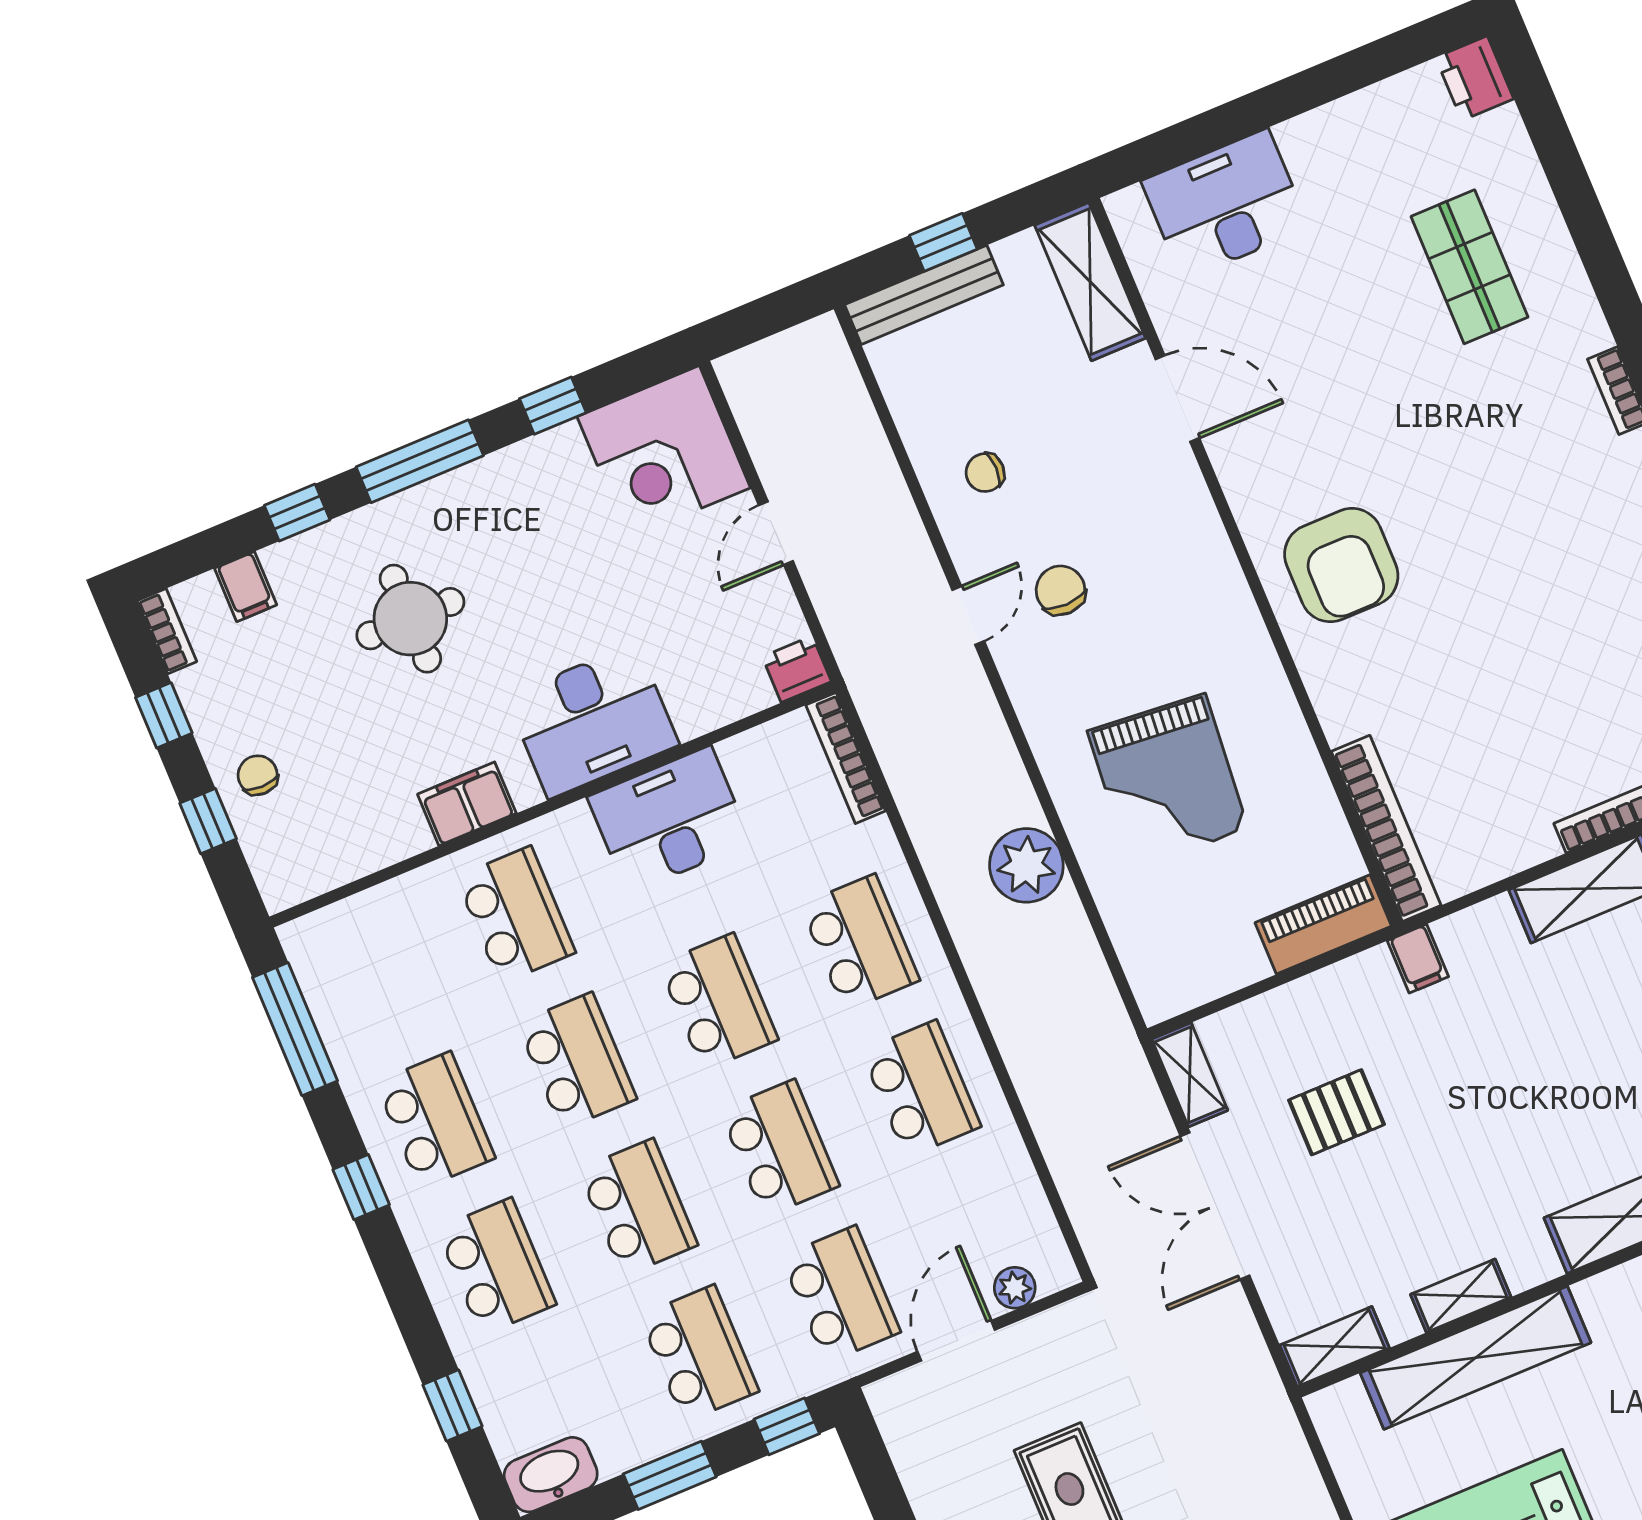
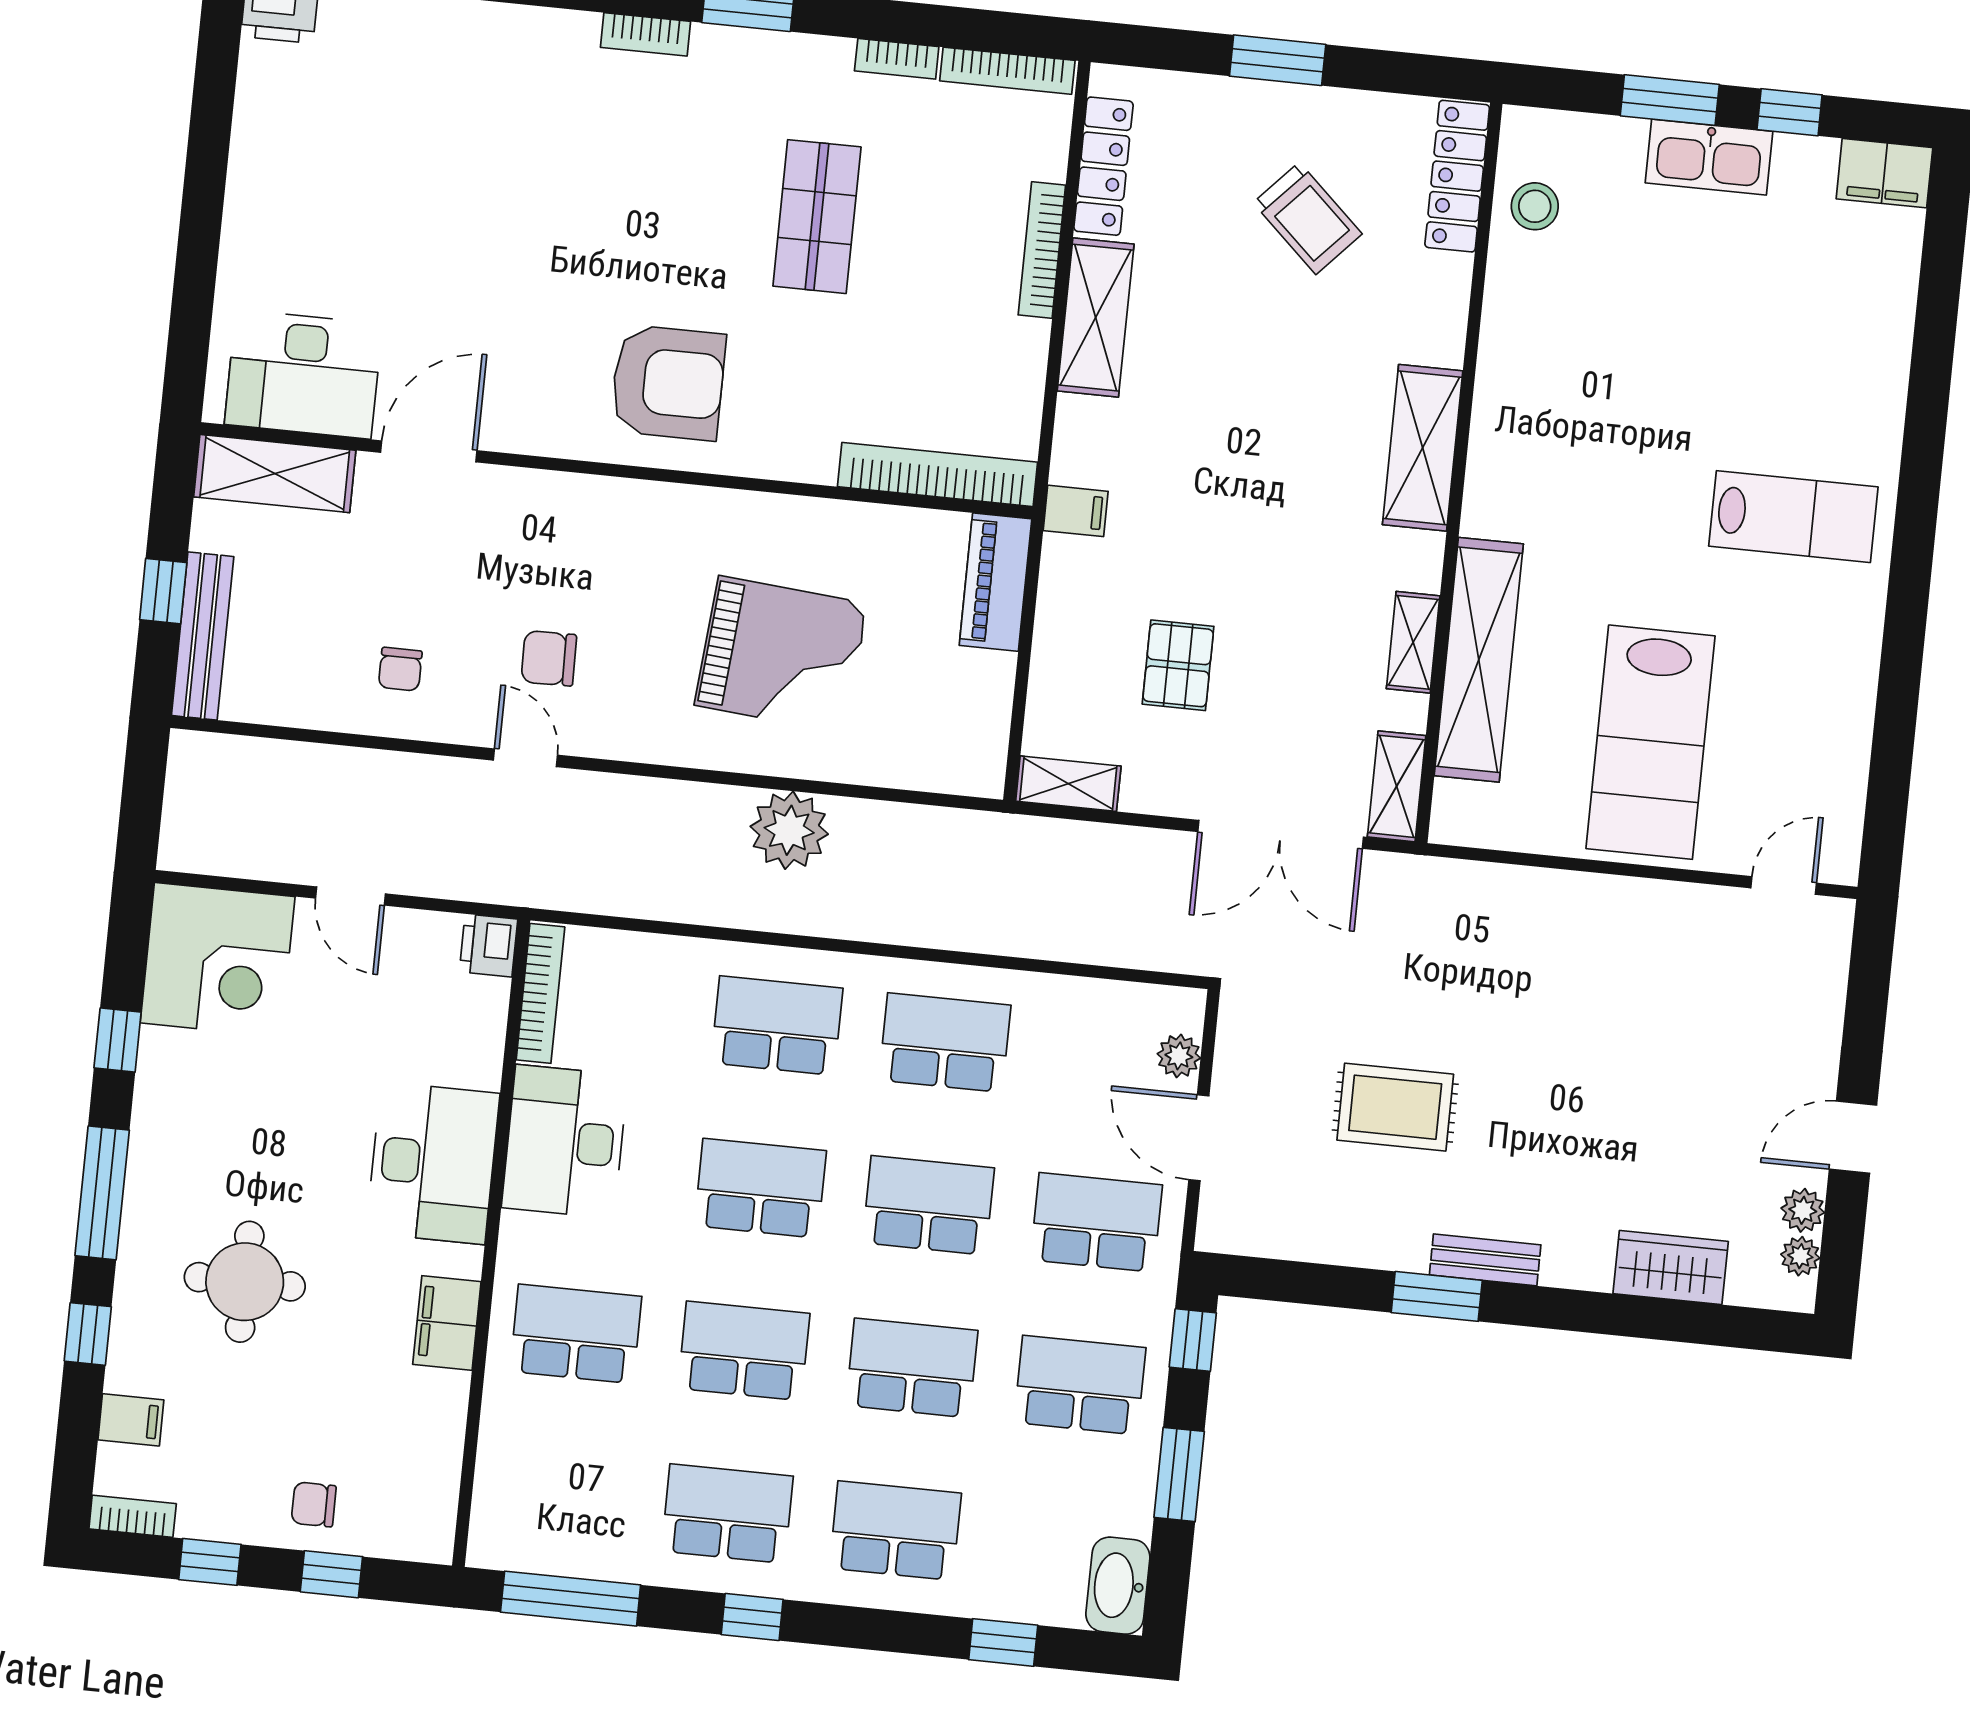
desk: (1225, 204) -> (303, 374), moved, turned -90
shop shelf: (1469, 267) -> (817, 217), moved, turned 90
bookcase: (846, 758) -> (540, 993), moved, turned -90
double door: (1215, 1206) -> (1281, 834), moved

